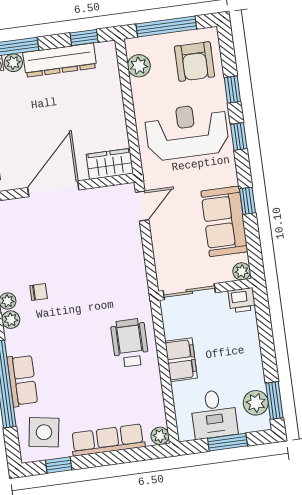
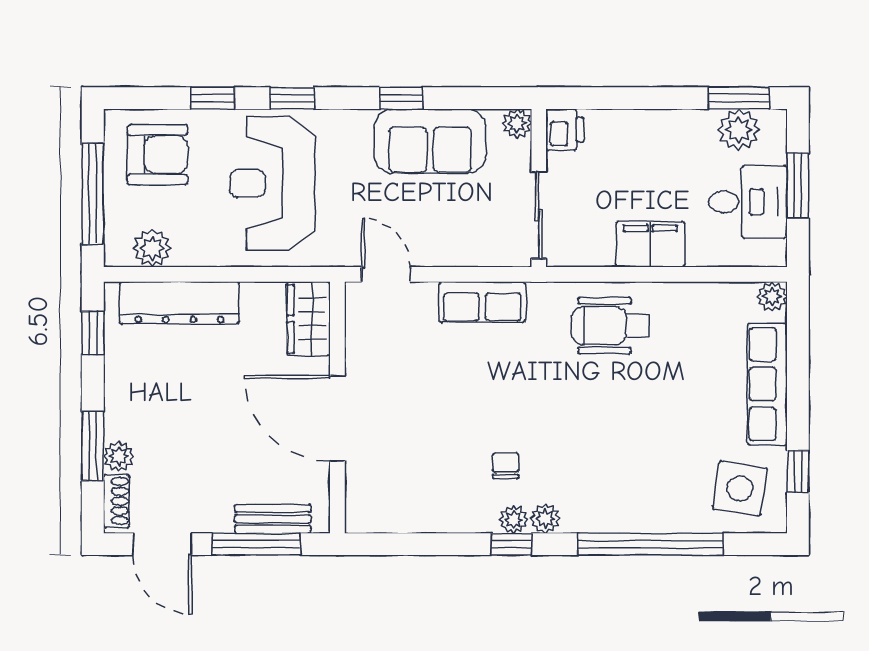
dresser: (60, 60) -> (179, 303), moved, turned 90
row of seats: (22, 380) -> (482, 302), moved, turned 180

